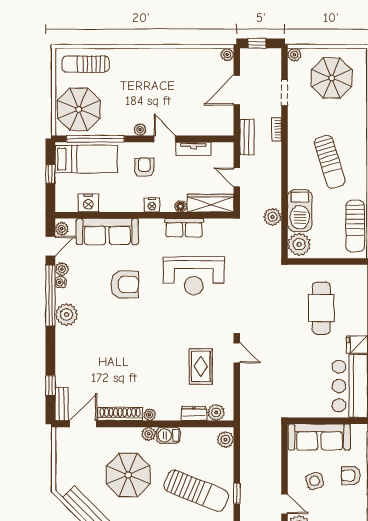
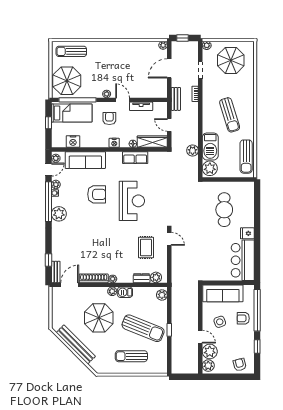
reception desk: (194, 276) -> (132, 201), moved, turned -90

